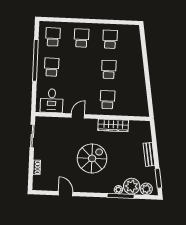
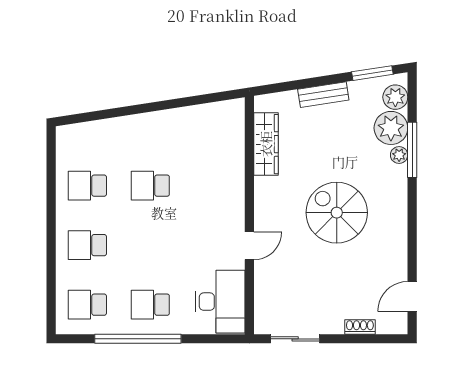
school desk: (108, 100) -> (213, 186), removed
desk: (52, 101) -> (220, 302), width x1.37
door: (78, 116) -> (249, 246), swing flipped
wardrobe: (113, 125) -> (266, 144), moved
door: (66, 194) -> (412, 296), moved

